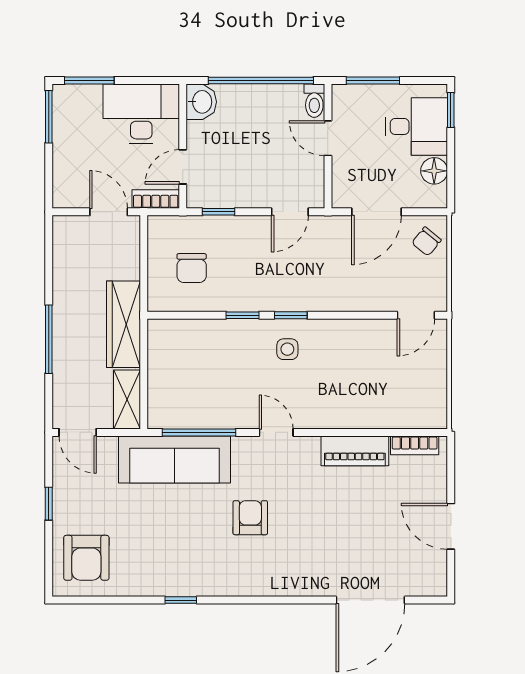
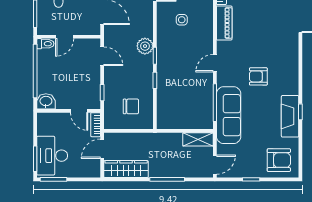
desk: (141, 114) -> (52, 156), moved
plant: (310, 296) -> (145, 46), added
wardrobe: (124, 324) -> (126, 169), moved, turned 180
side table: (287, 349) -> (182, 20), moved
fireplace: (172, 580) -> (290, 116), added

